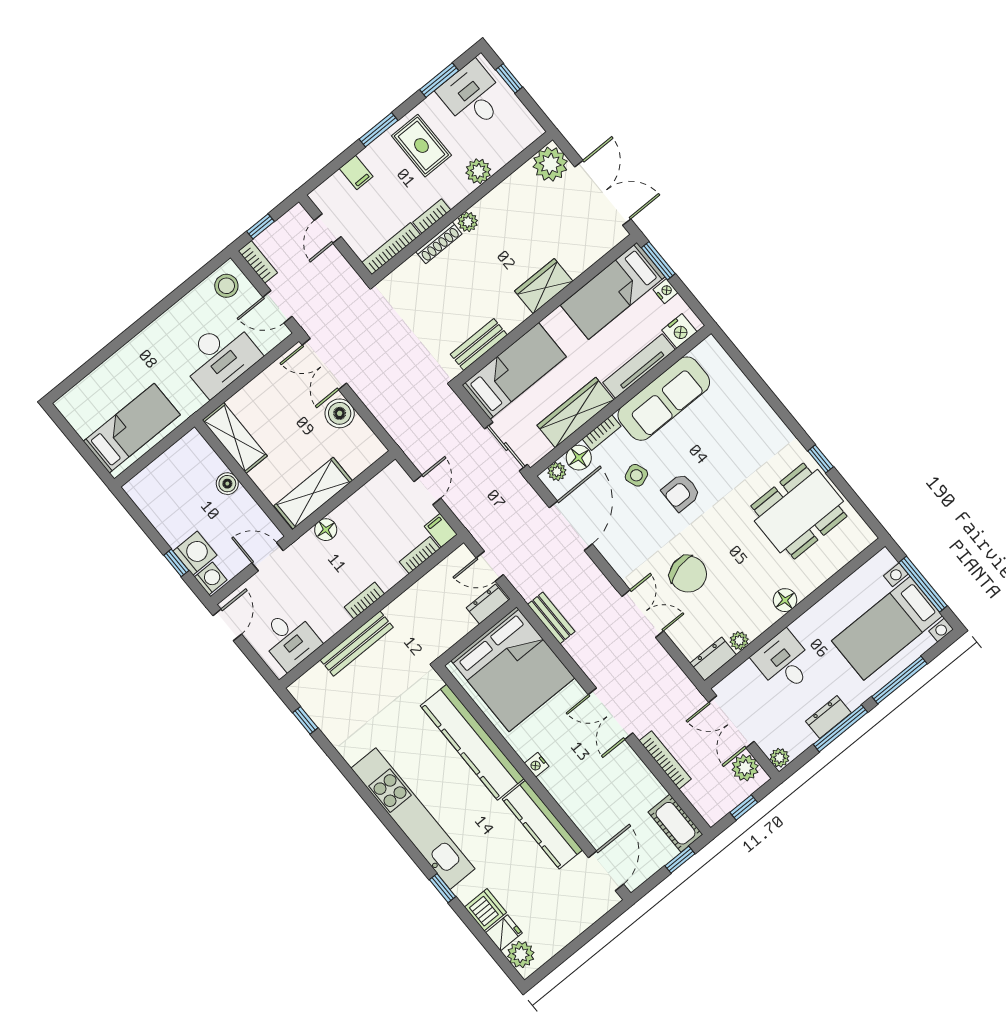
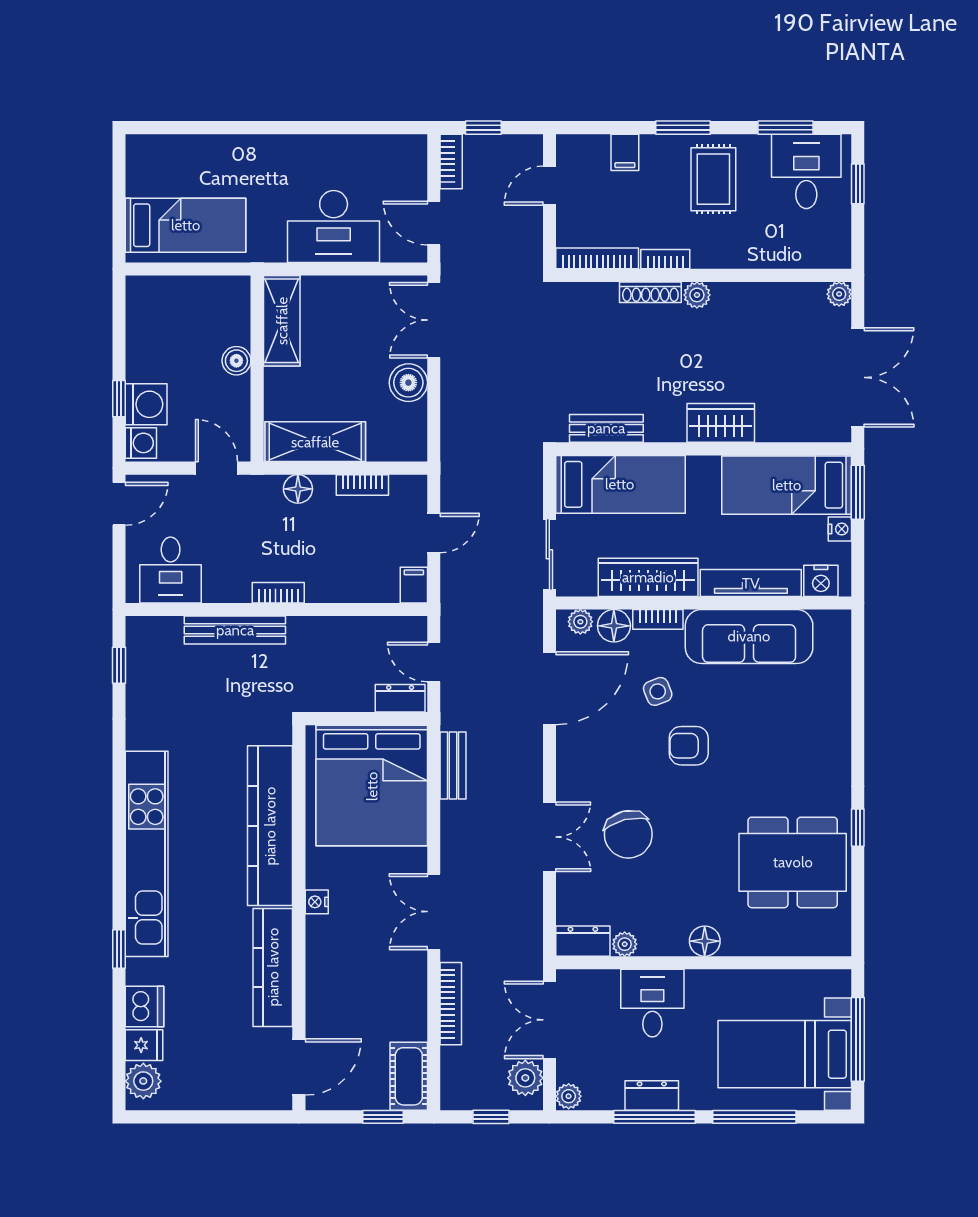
plant: (550, 164) -> (839, 294), width x0.53, depth x0.53
plant: (478, 171) -> (750, 252), removed
stool: (226, 286) -> (399, 160), removed
bookcase: (420, 555) -> (362, 485), moved, turned 180

